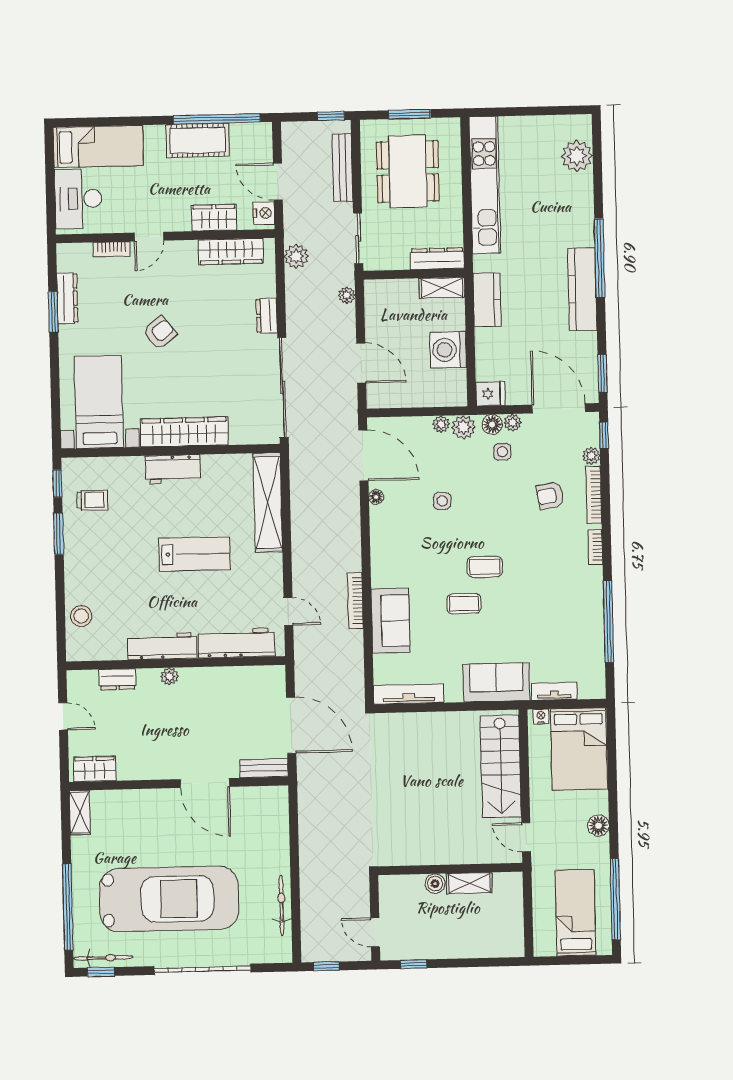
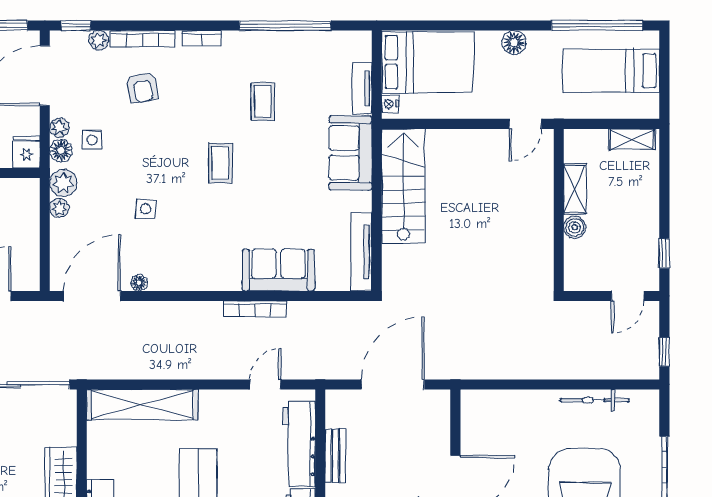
coffee table: (464, 604) -> (263, 101), moved
stairs: (501, 766) -> (403, 186), moved, turned -90
bench: (264, 768) -> (335, 455), moved
shelving: (515, 933) -> (632, 139), added

